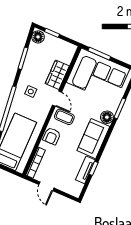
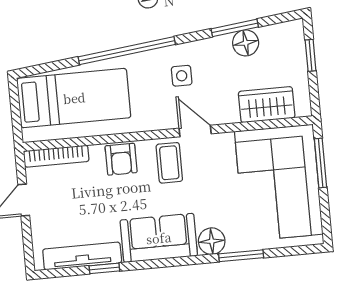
floor lamp: (38, 37) -> (246, 43), moved
wardrobe: (57, 75) -> (267, 105), moved
door: (57, 99) -> (195, 131), swing flipped
armchair: (52, 136) -> (121, 159), turned -90
tv unit: (85, 170) -> (82, 256), width x1.41

